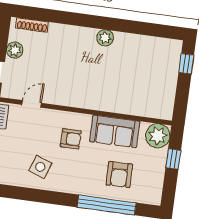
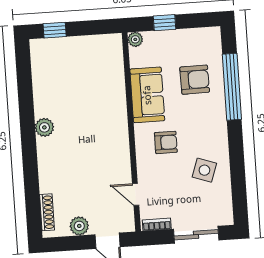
plant: (158, 136) -> (135, 39), width x0.53, depth x0.53
armchair: (71, 139) -> (166, 142), turned 90

